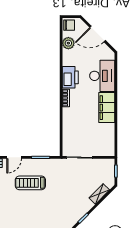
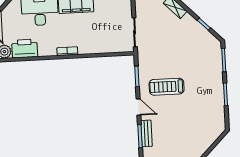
printer: (70, 77) -> (25, 48), moved
treadmill: (30, 183) -> (167, 87), turned 90

